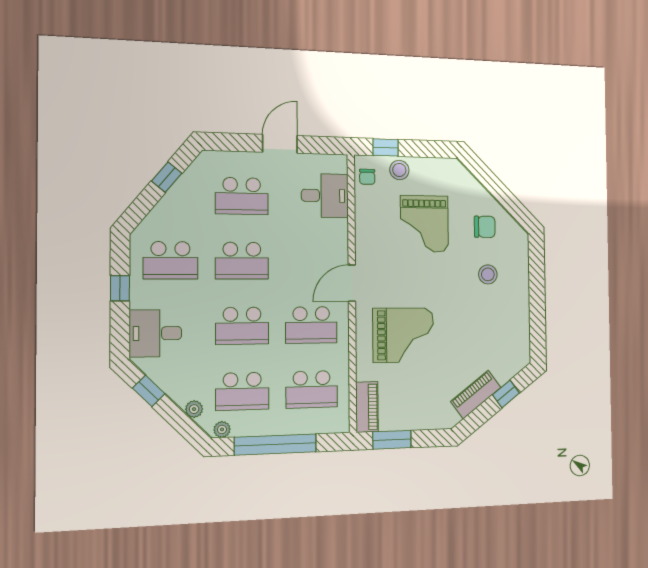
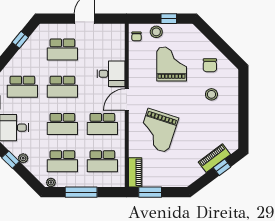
window: (386, 147) -> (169, 19), moved
desk: (325, 196) -> (111, 74), moved
grand piano: (424, 224) -> (172, 64), turned 180
chair: (485, 227) -> (210, 65), turned 90
grand piano: (403, 335) -> (158, 131), turned 108
piano: (476, 395) -> (214, 158), moved
plant: (194, 409) -> (23, 158), moved
window: (275, 444) -> (81, 192), width x0.68

